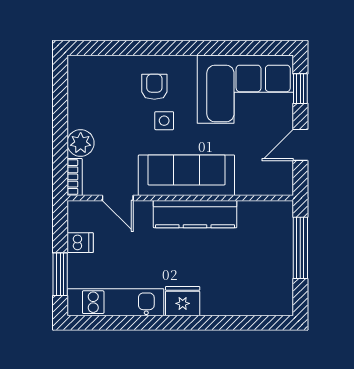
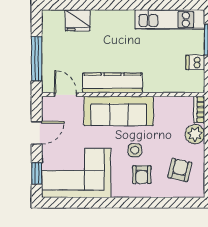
armchair: (102, 93) -> (180, 170), added
door: (118, 198) -> (66, 95), moved
fridge: (183, 301) -> (78, 20), moved

